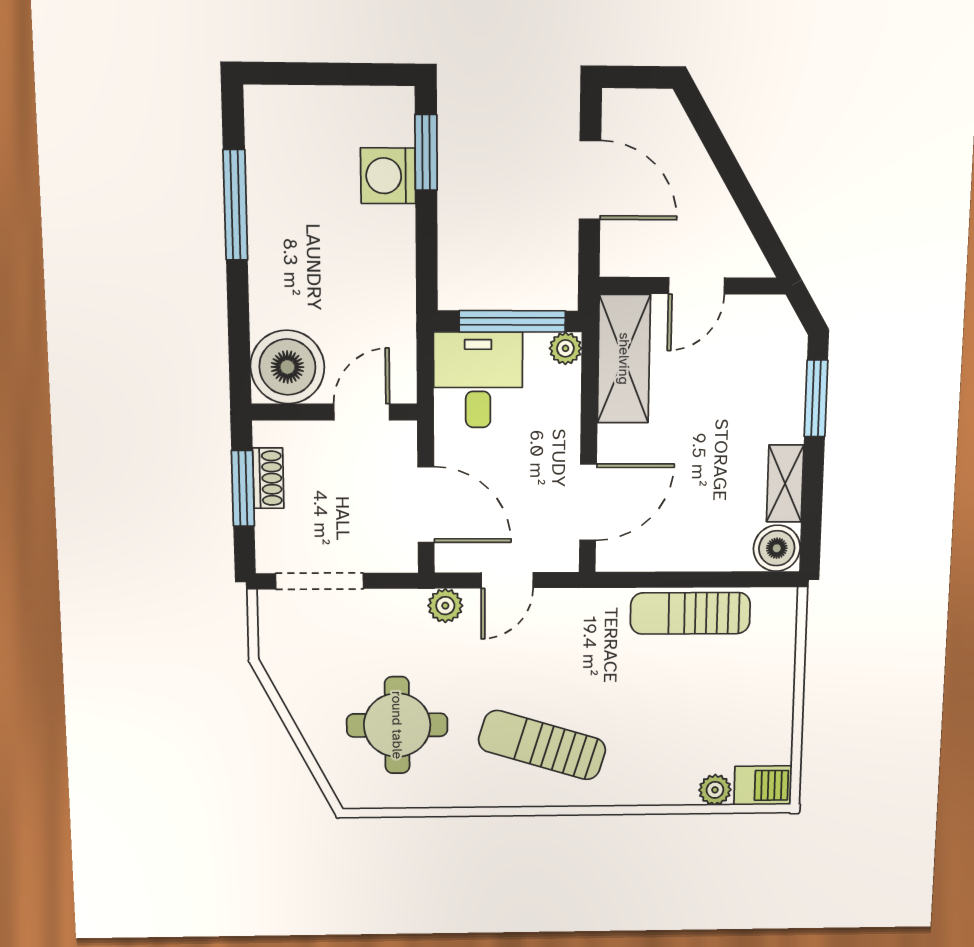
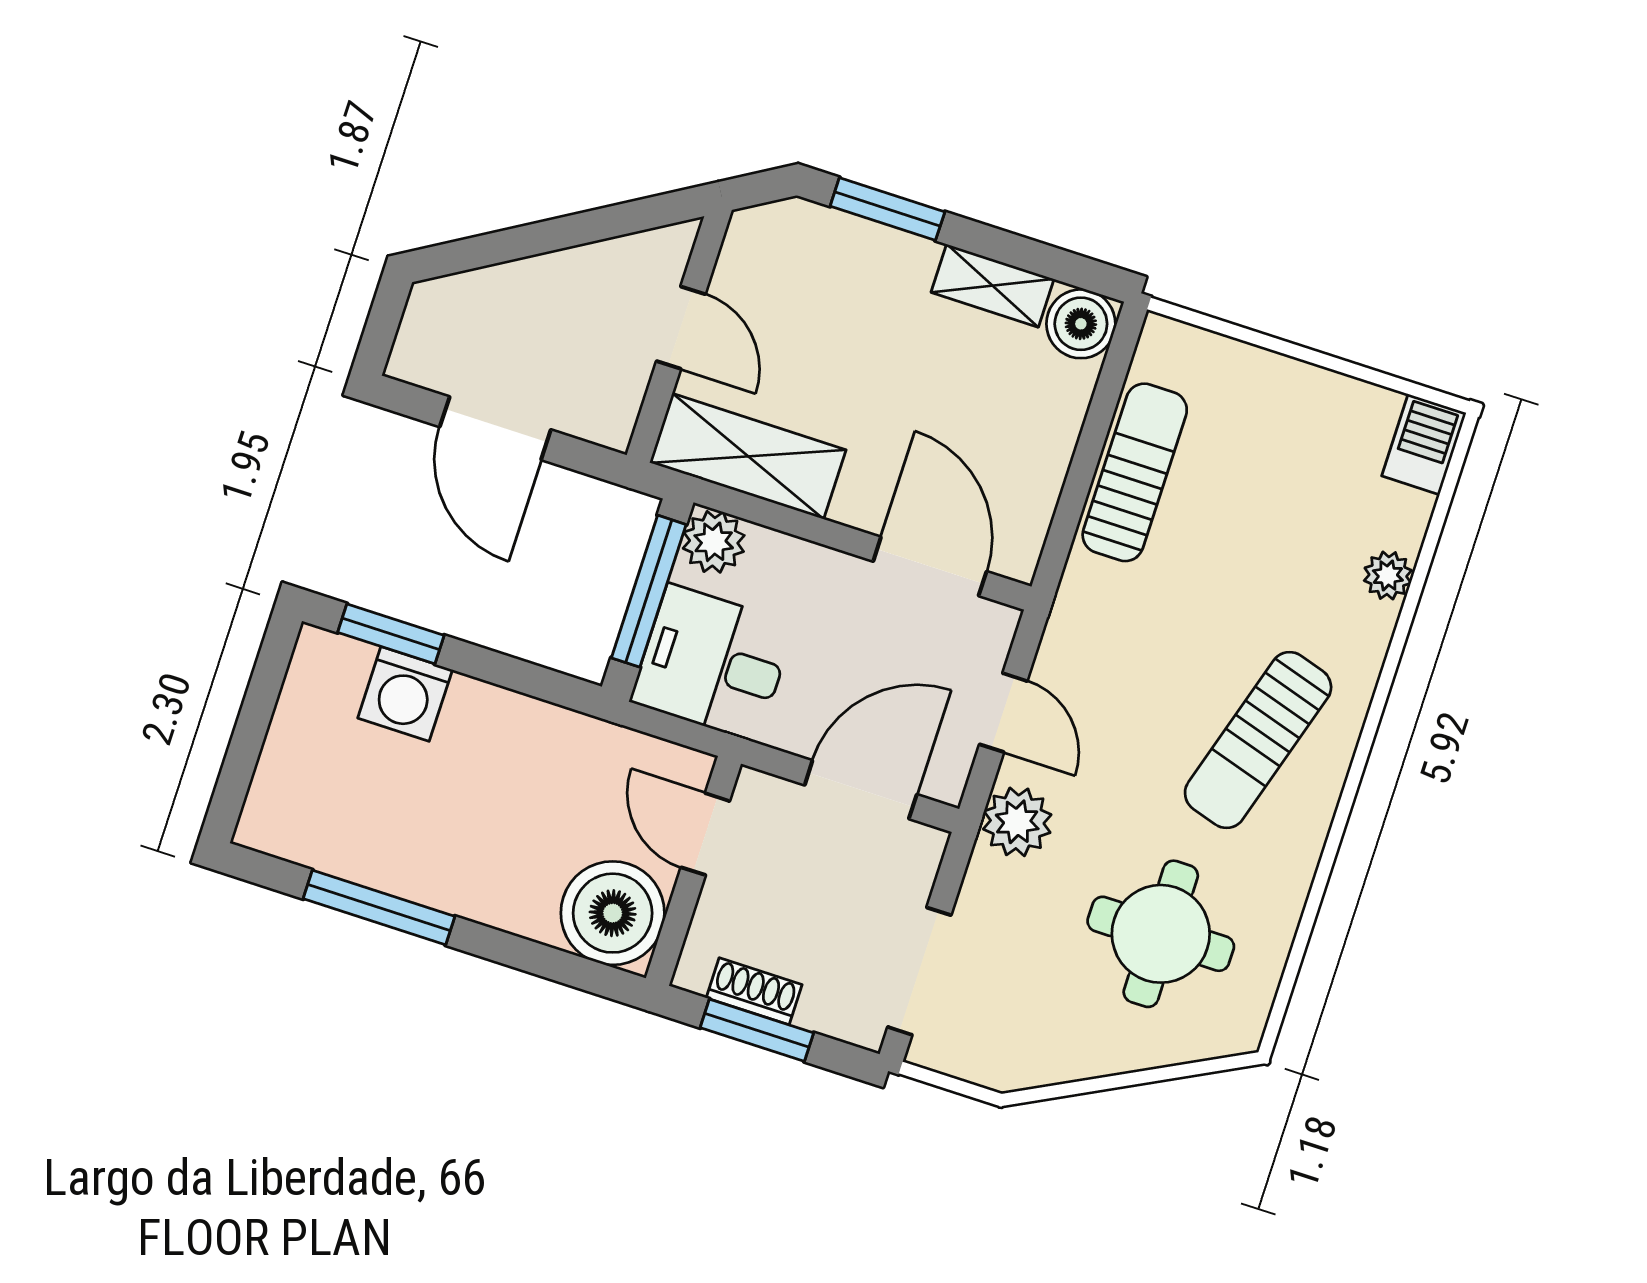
door: (590, 180) -> (495, 428), swing flipped
plant: (565, 348) -> (714, 542), width x1.38, depth x1.38
plant: (445, 606) -> (1017, 822), width x1.38, depth x1.38
sun lounger: (690, 613) -> (1135, 472), turned 180
plant: (715, 790) -> (1388, 576), moved

